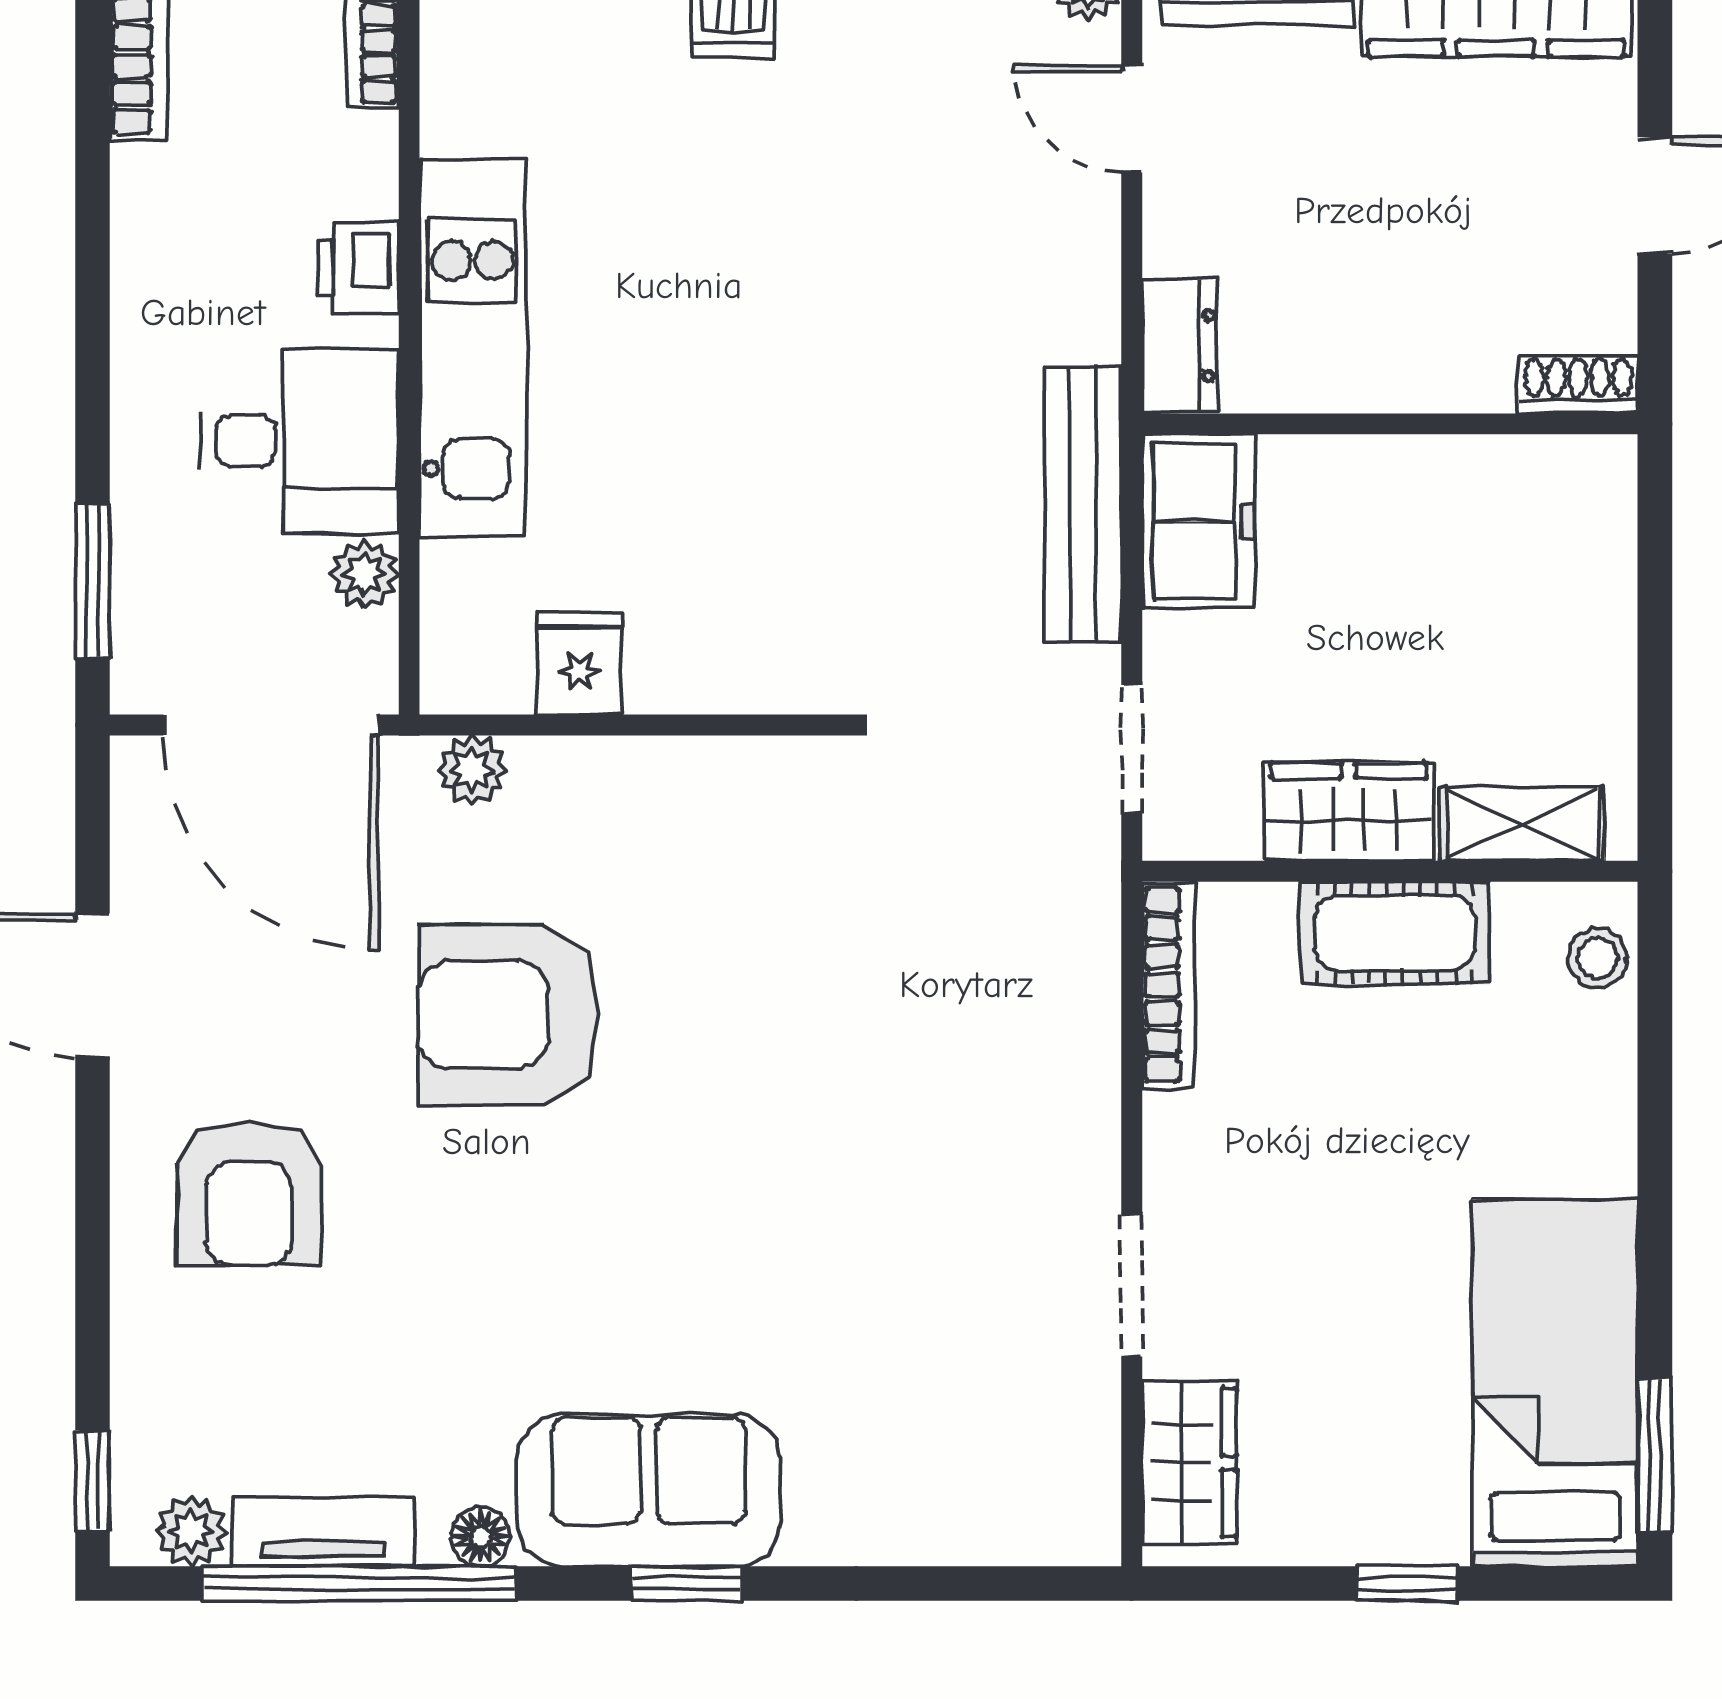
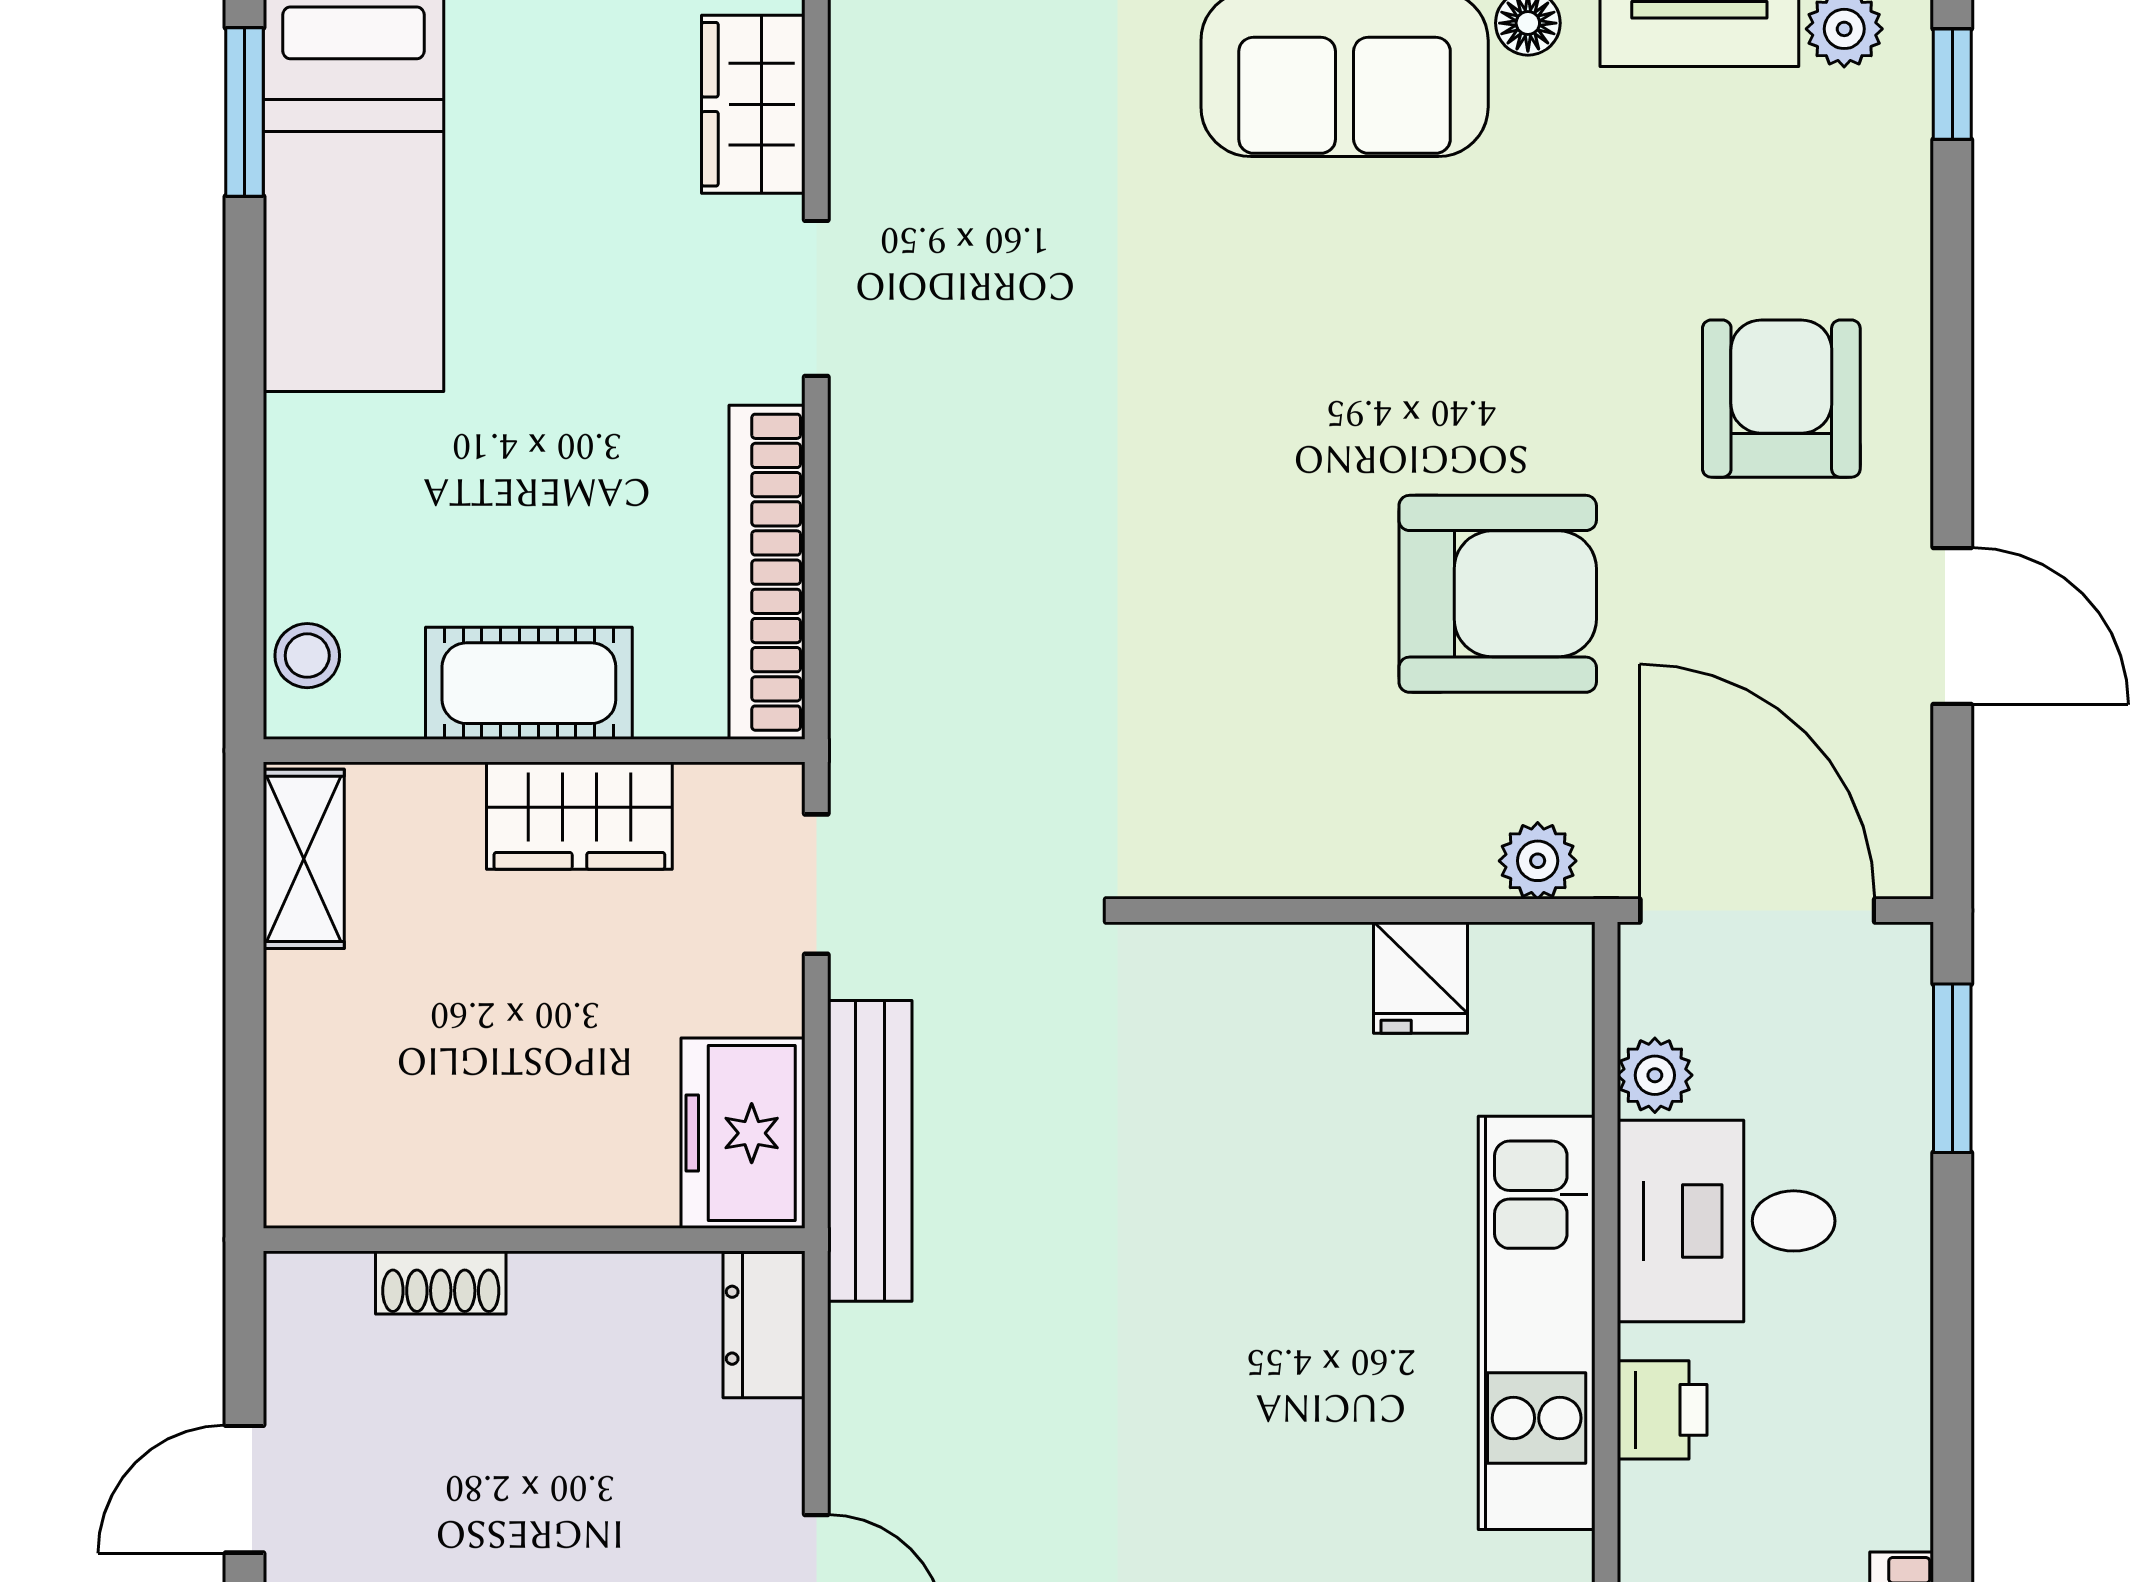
shoe rack: (1578, 385) -> (441, 1283), moved
shelving: (1522, 824) -> (304, 859), moved, turned 90
bookcase: (1169, 985) -> (767, 572), width x1.48, depth x1.31

